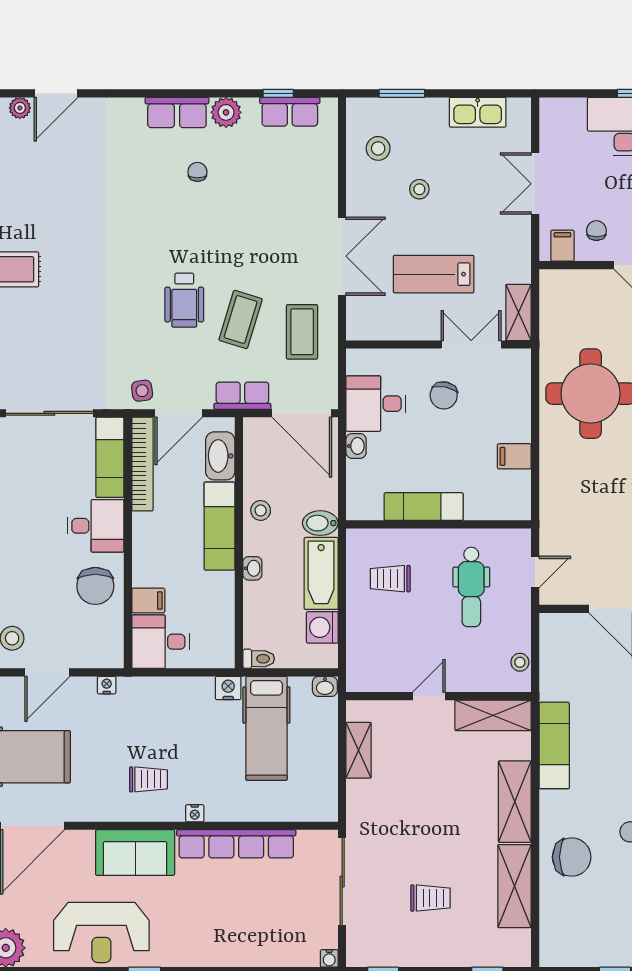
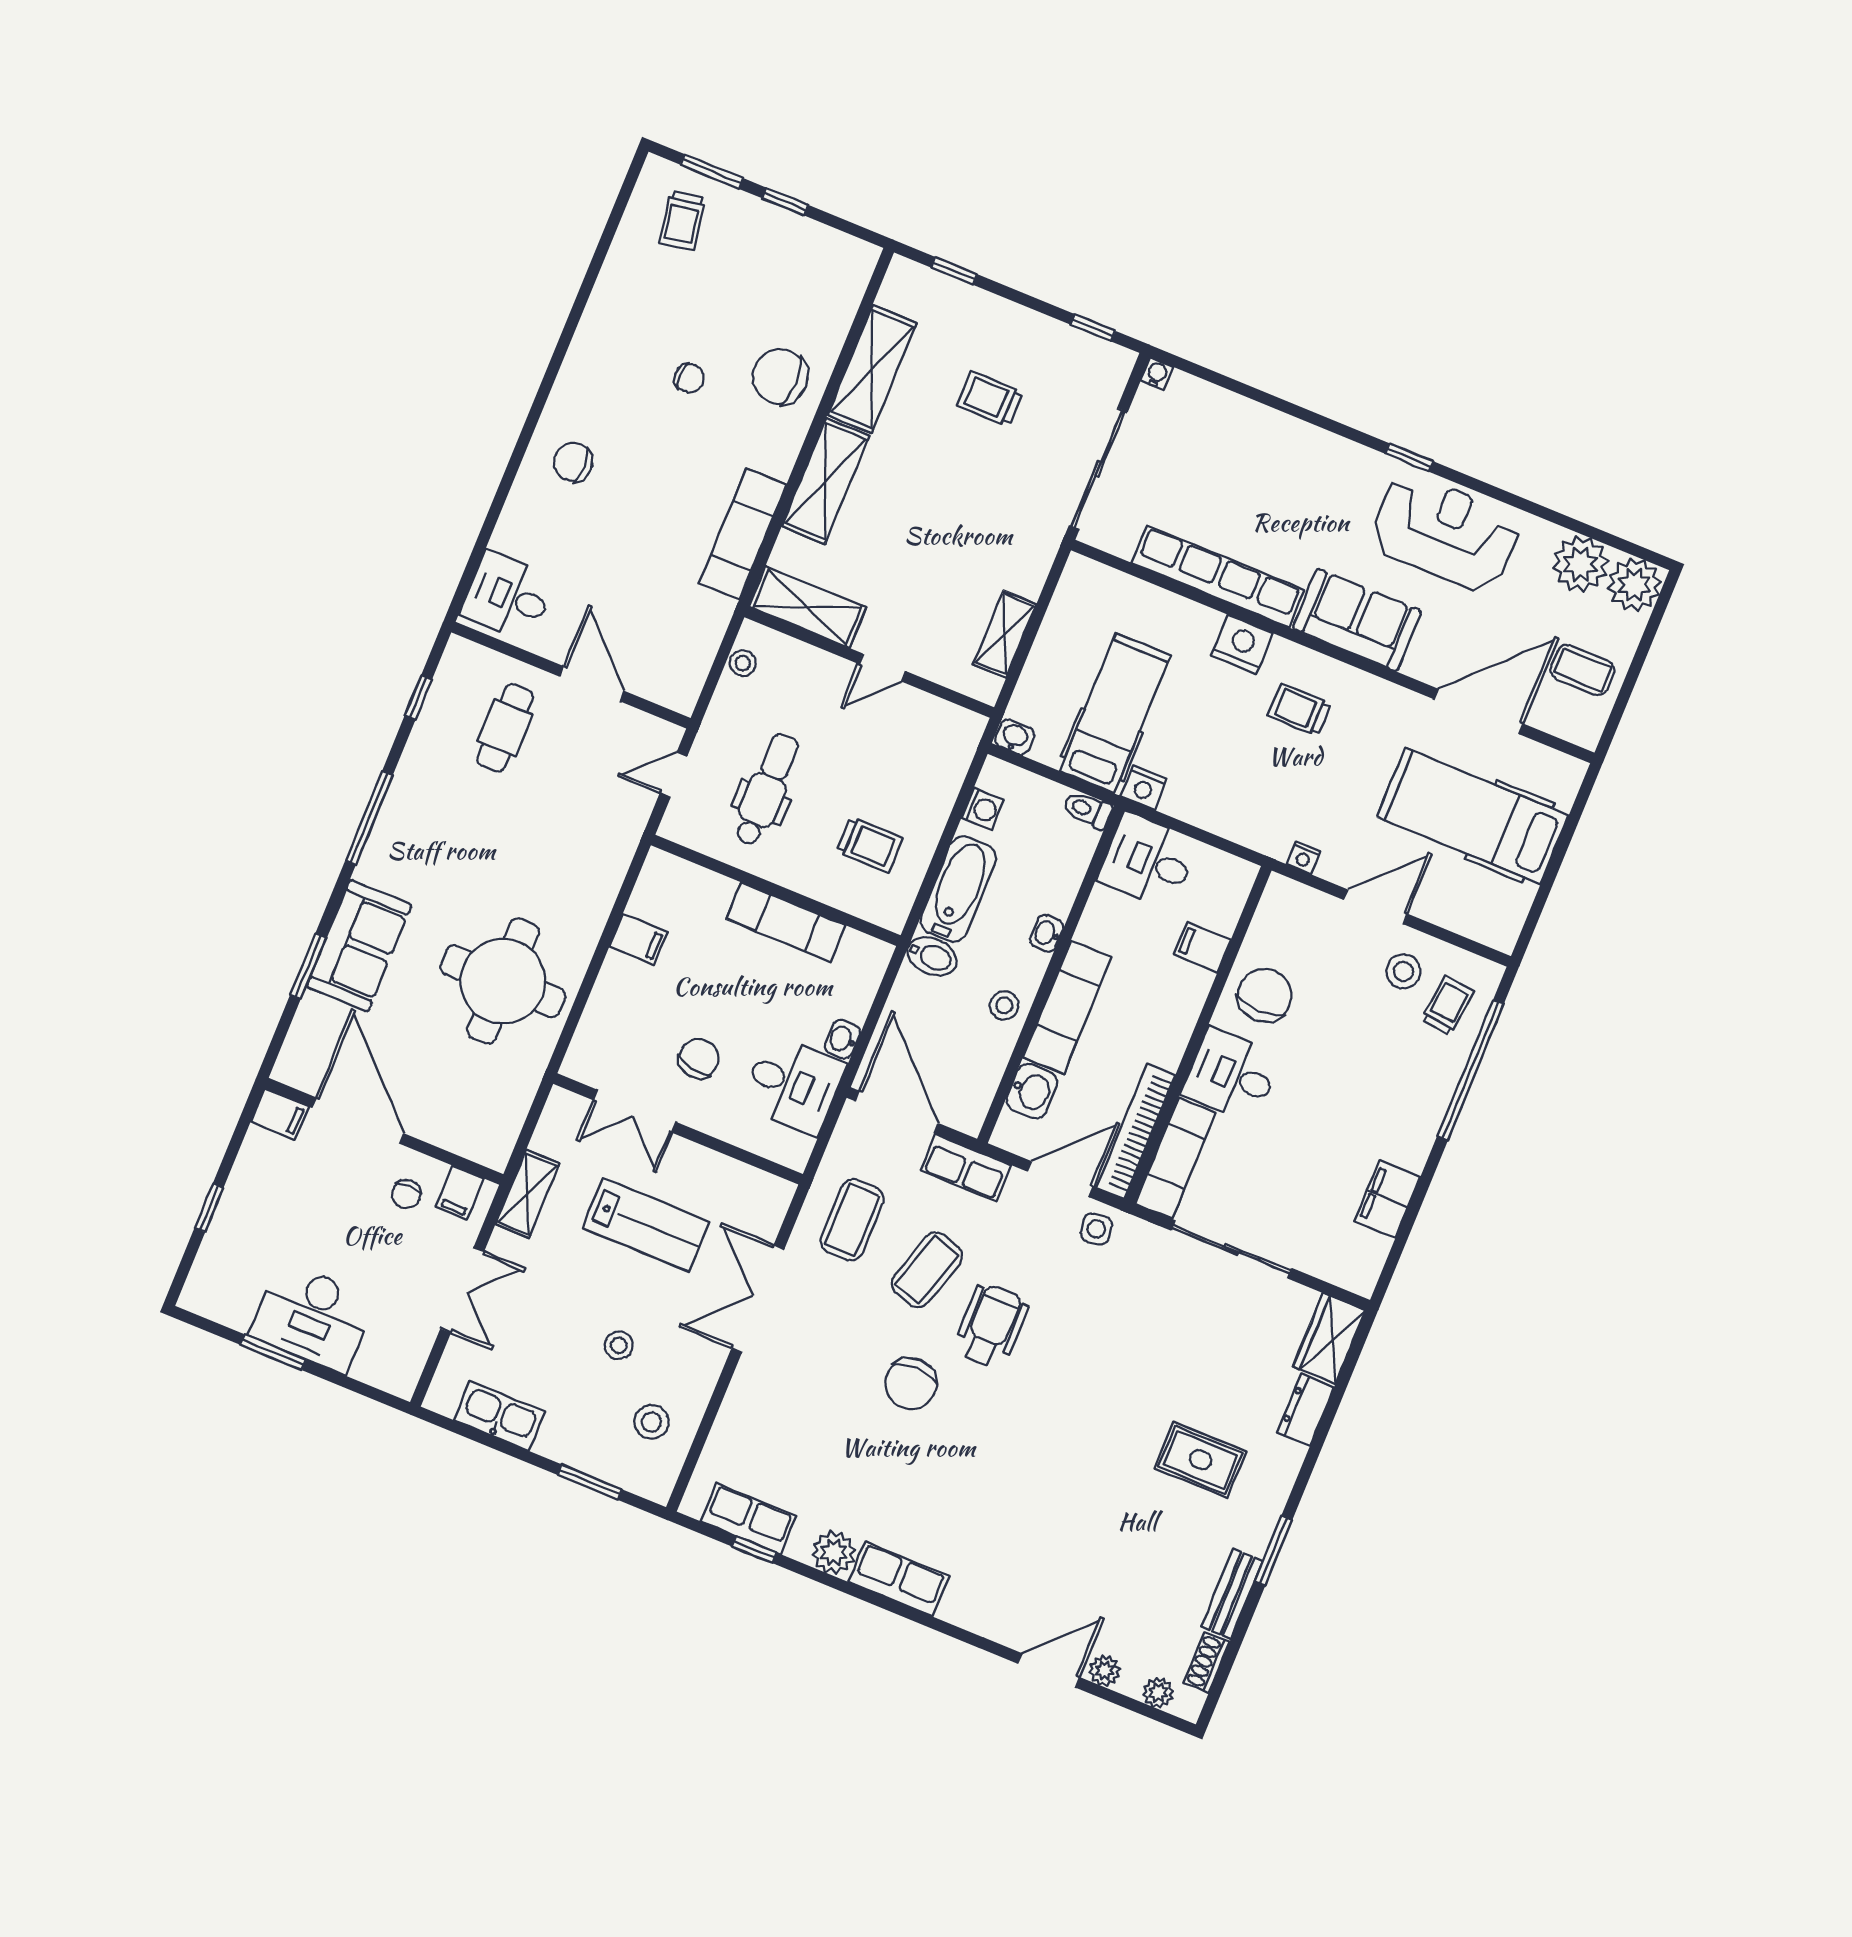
chair: (197, 172) -> (911, 1384), moved, width x1.87, depth x1.87
shelving: (518, 312) -> (527, 1194), moved
washbasin: (220, 456) -> (1032, 1091), width x0.72
washing machine: (322, 627) -> (983, 809), width x0.73, depth x0.73
desk: (161, 642) -> (1148, 861), moved, turned 180
nightstand: (195, 813) -> (1242, 644), width x1.89, depth x1.79

